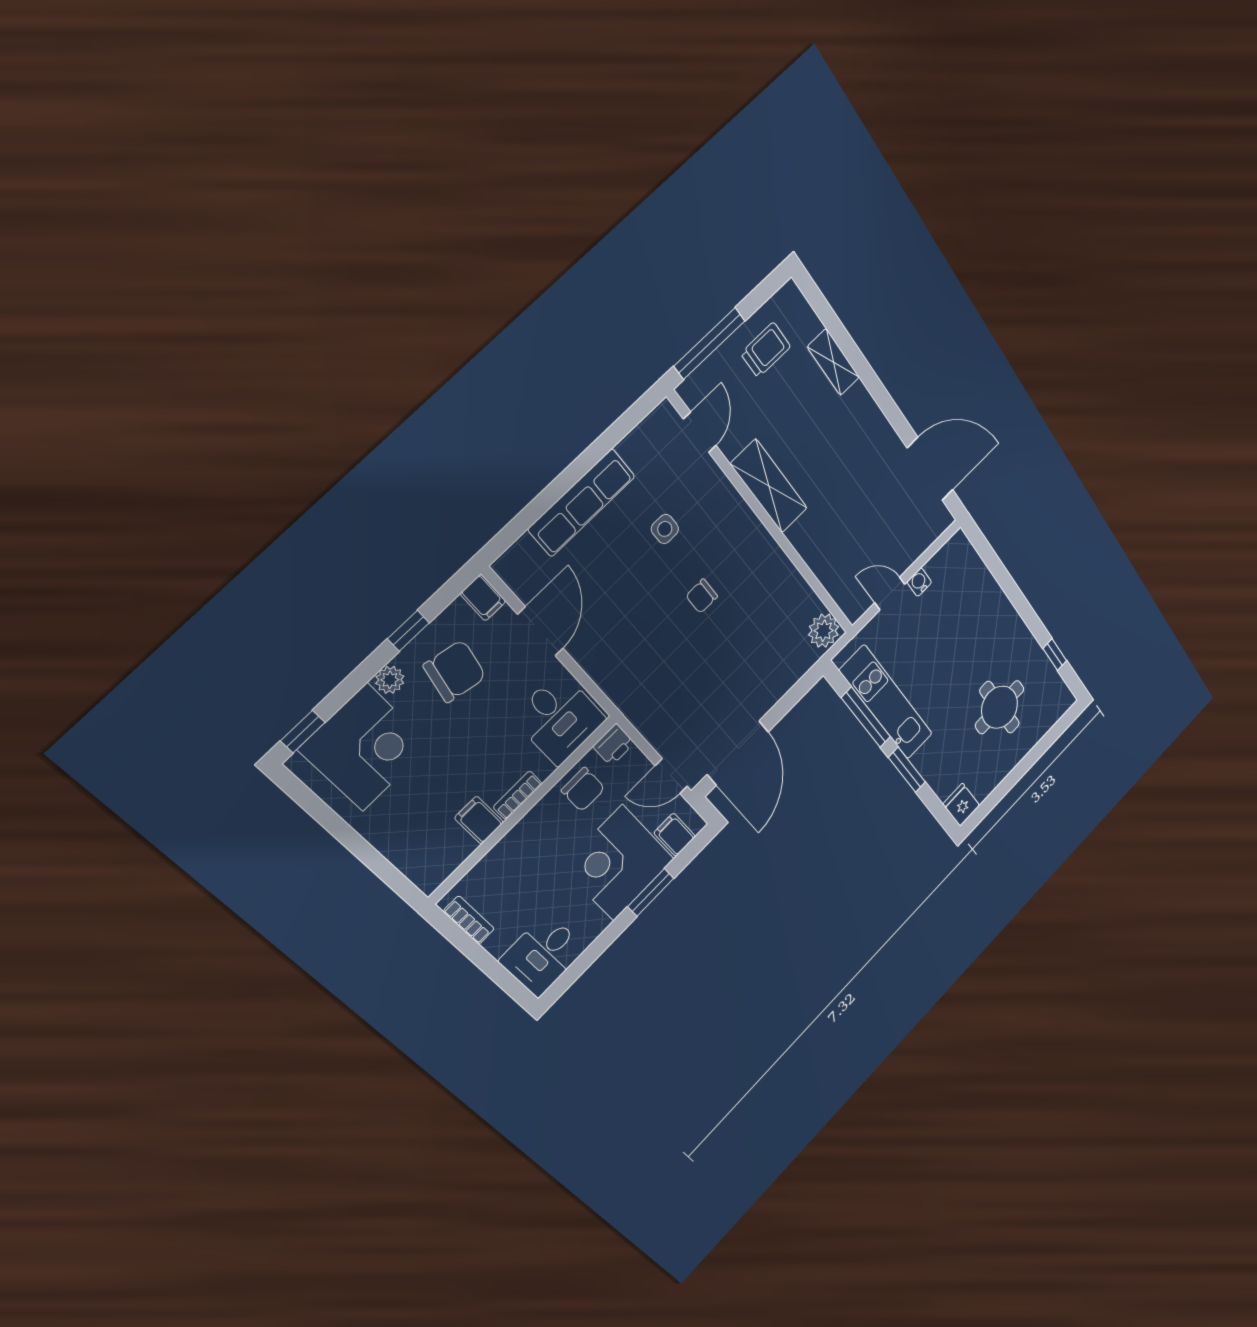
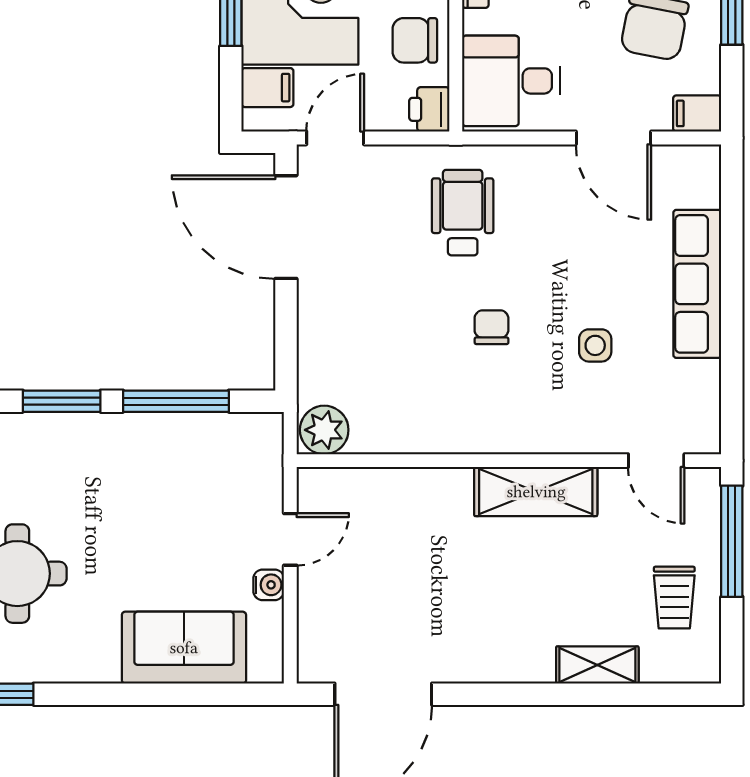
sofa: (978, 594) -> (184, 648), added
wheelchair: (654, 672) -> (463, 213), added
kitchen unit: (886, 703) -> (168, 438), removed

